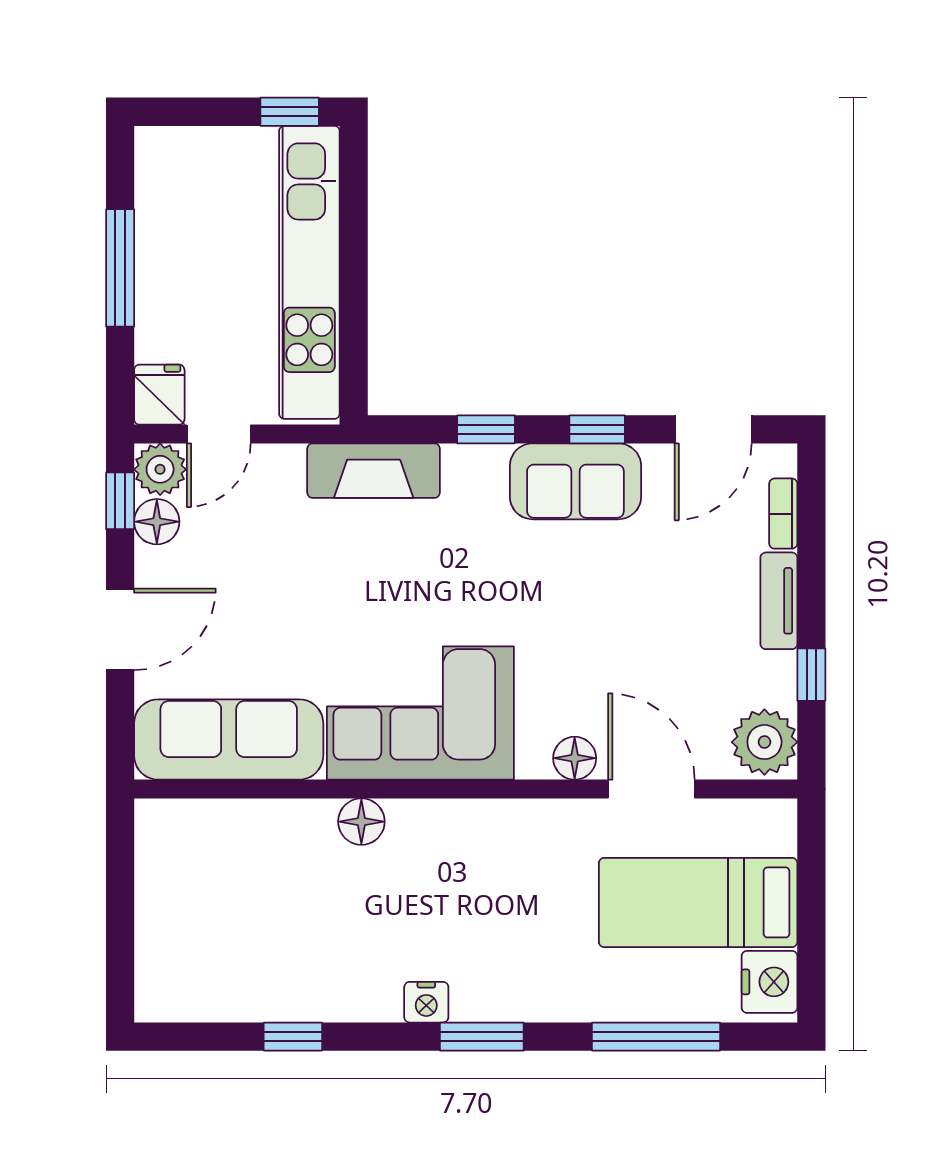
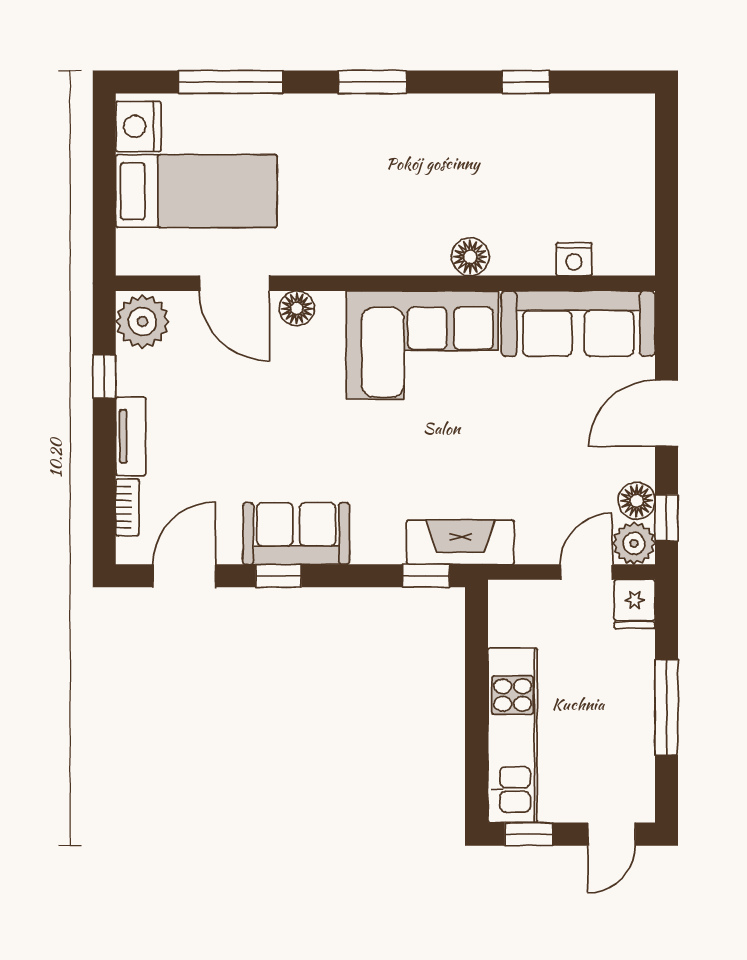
door: (188, 112) -> (612, 834), added
kitchen unit: (309, 272) -> (513, 735), width x0.73
window: (486, 429) -> (426, 576), moved
nightstand: (426, 1002) -> (574, 259), moved, turned 180

